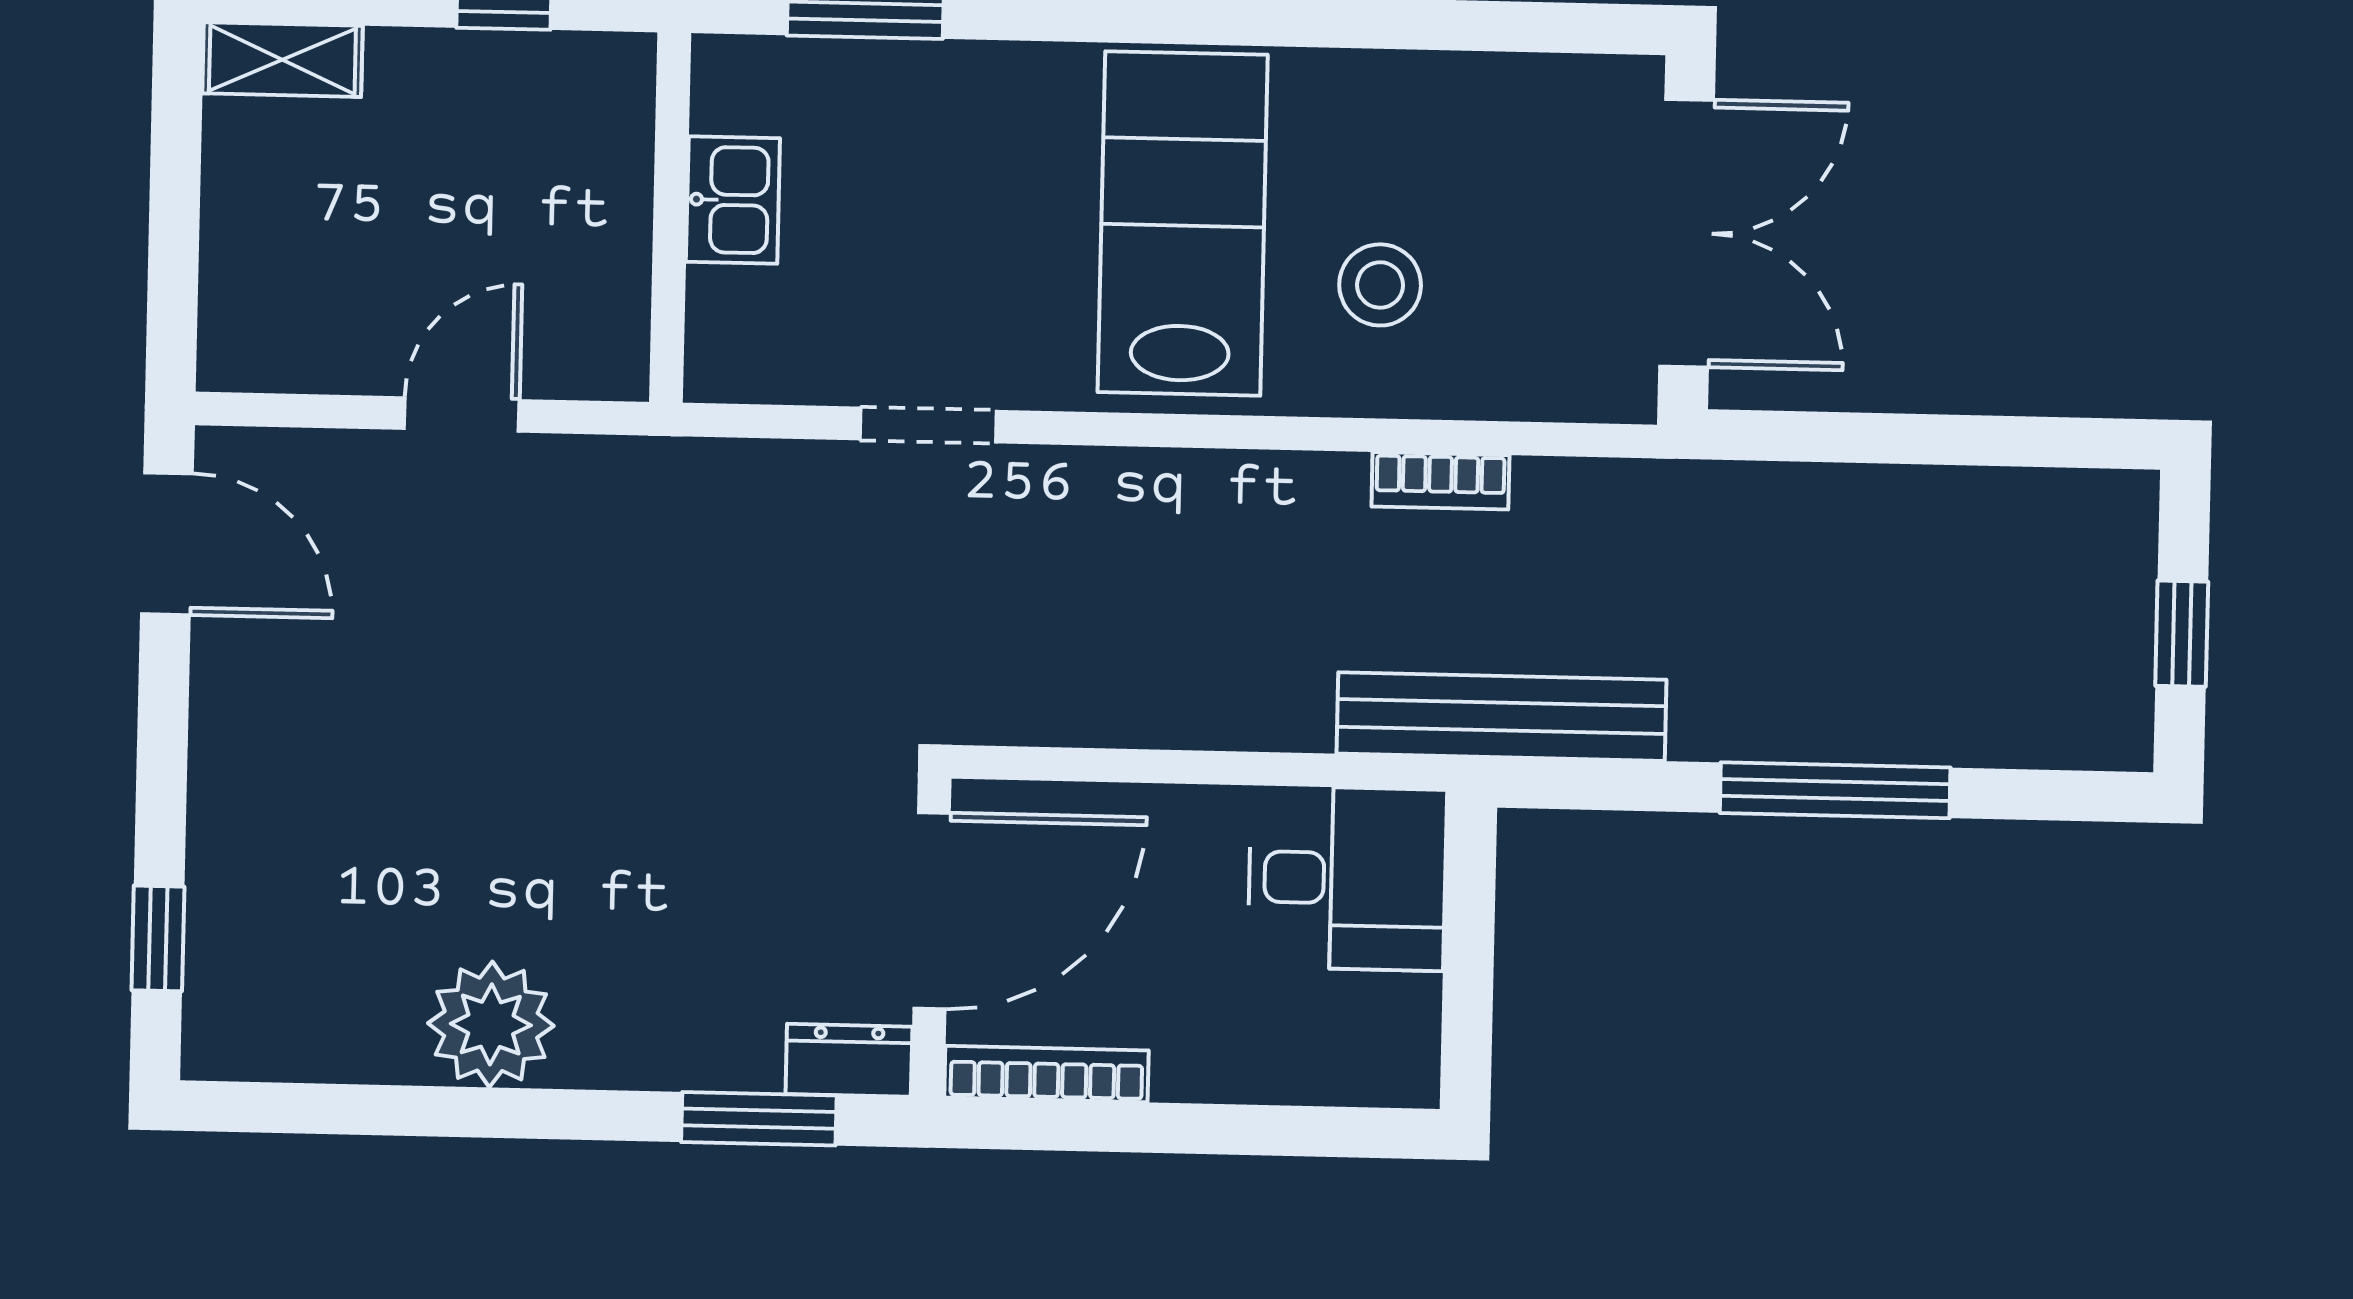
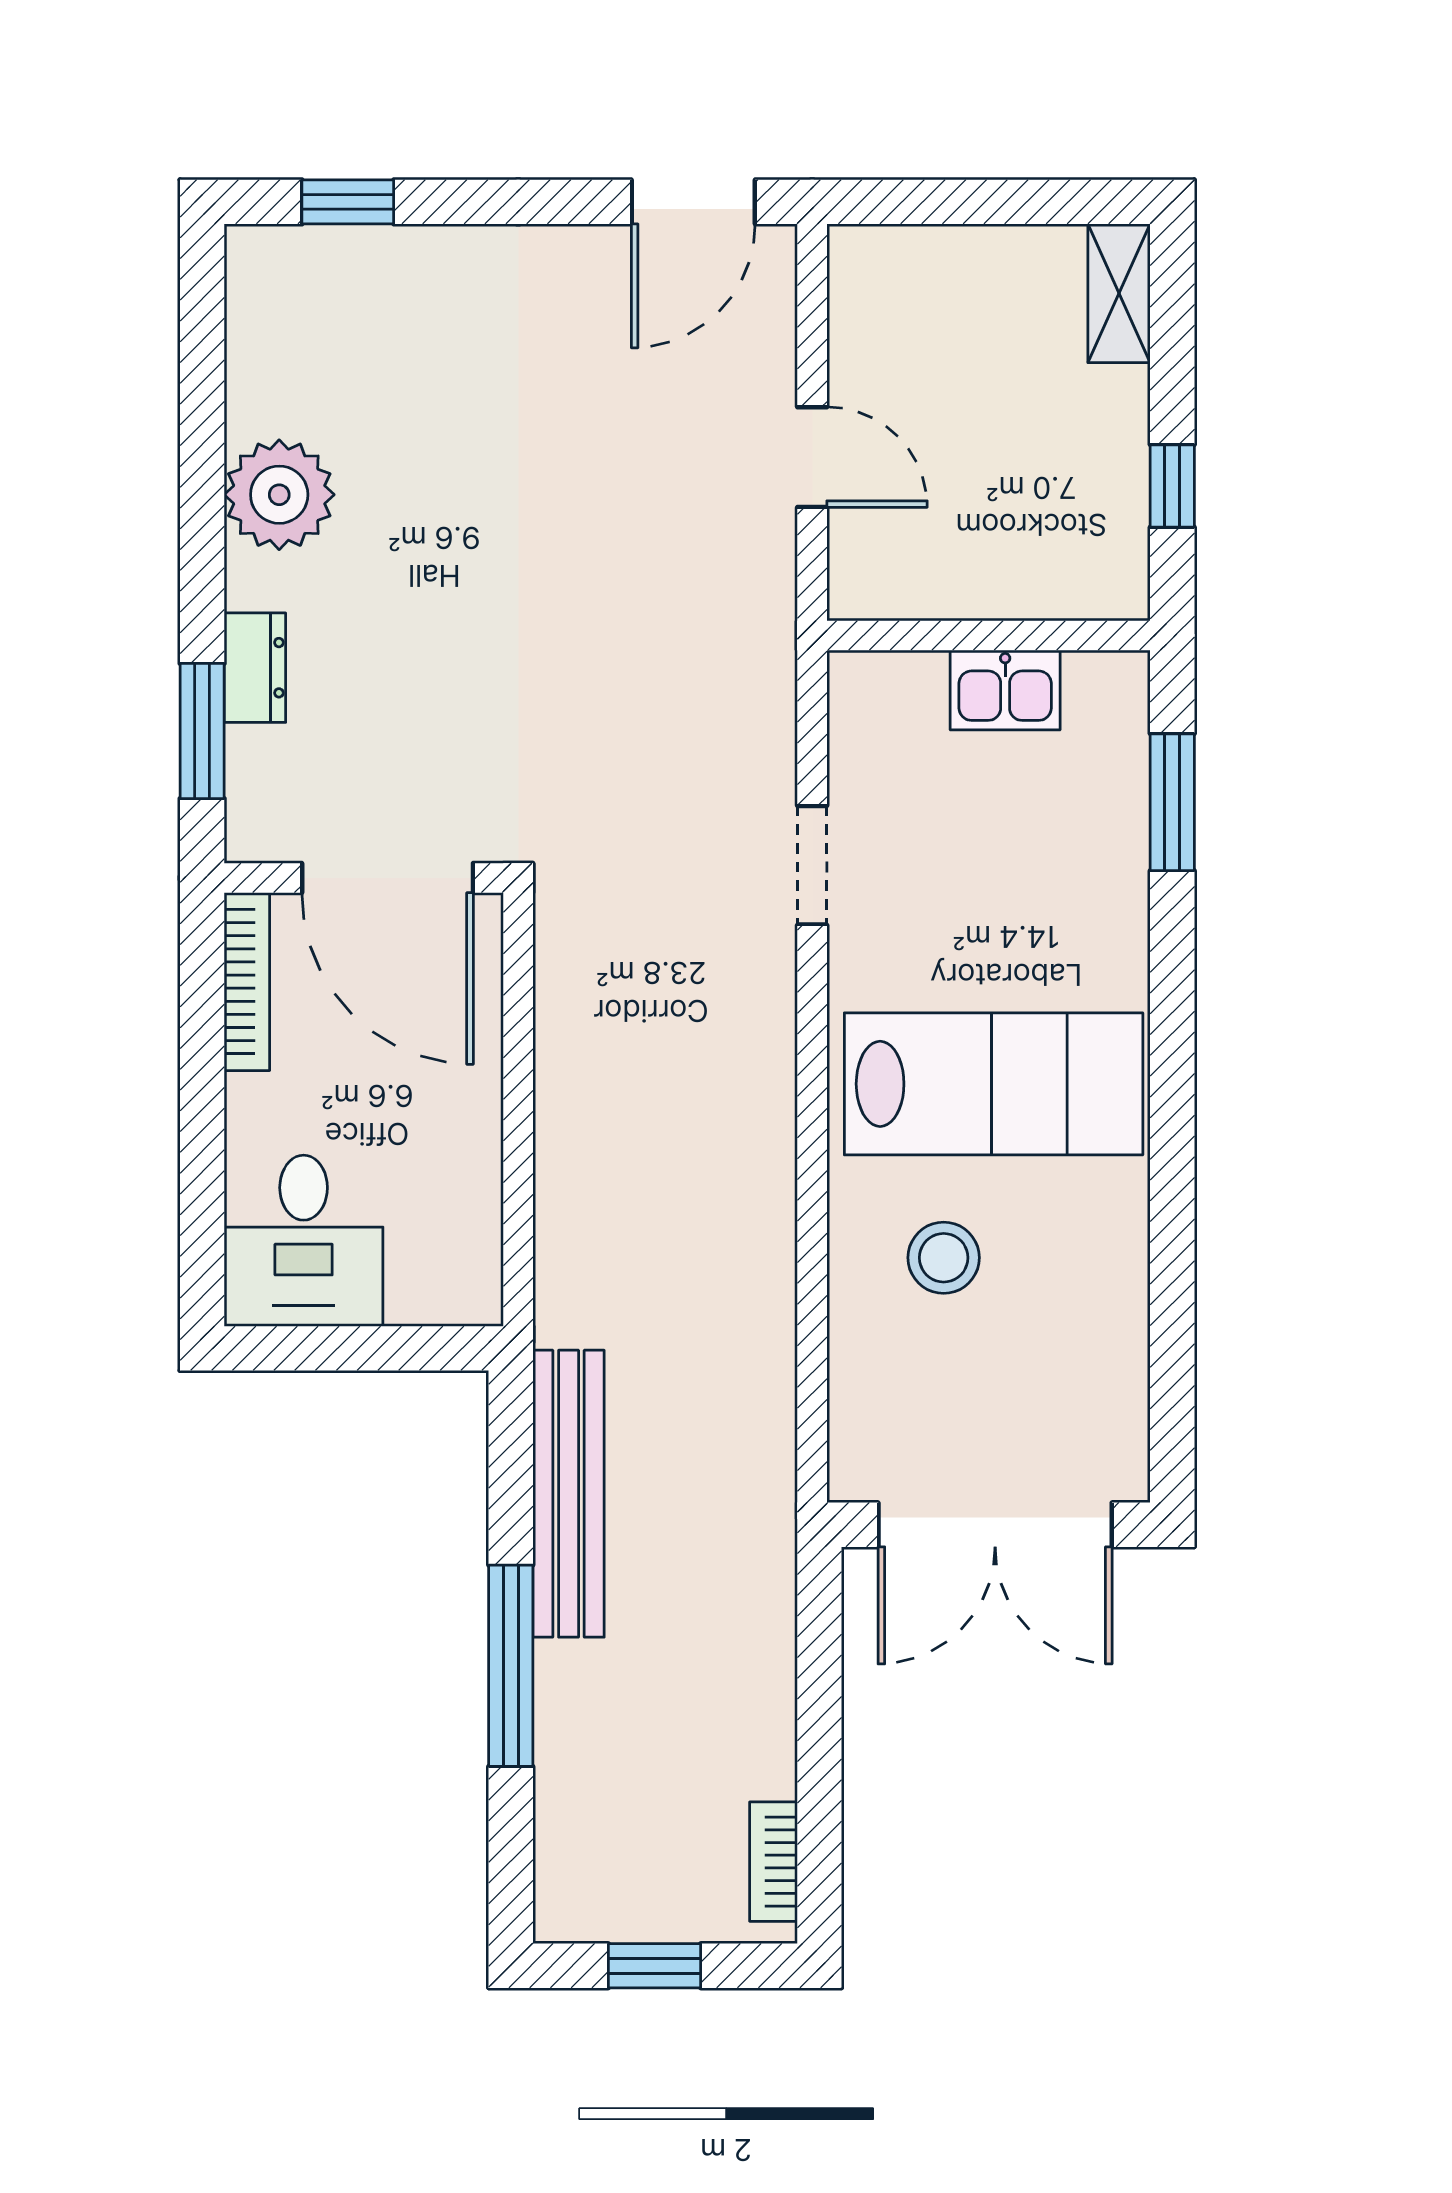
bookcase: (1440, 481) -> (774, 1862), moved
bench: (1501, 717) -> (569, 1494), moved
desk: (1347, 878) -> (304, 1241), moved
dresser: (849, 1060) -> (255, 668), moved

